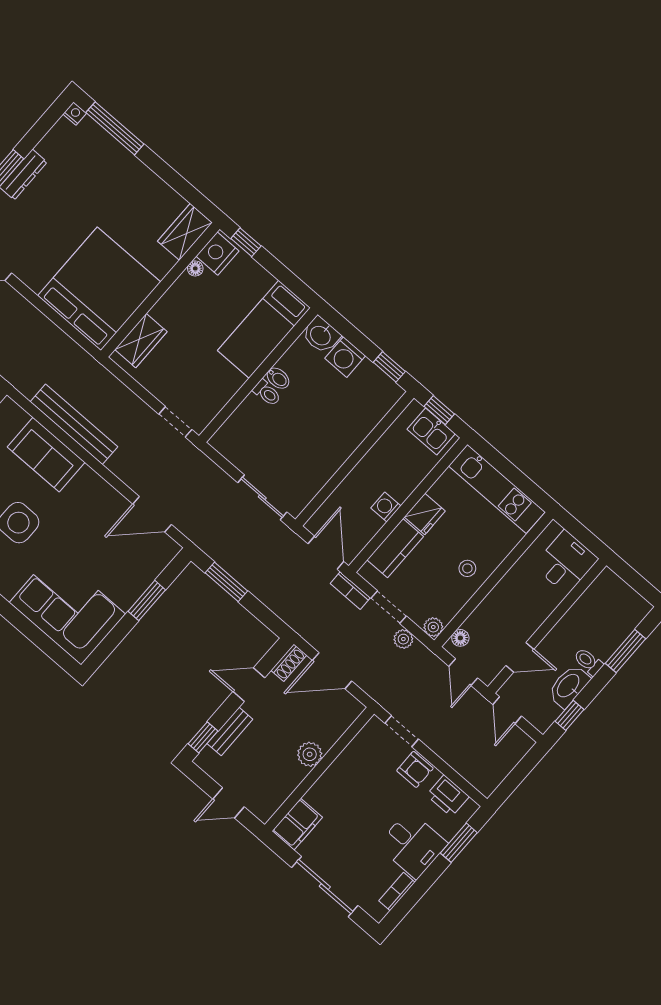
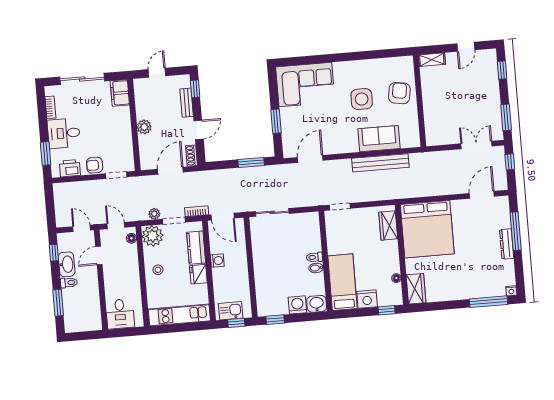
nightstand: (217, 253) -> (367, 299), moved, turned 90
plant: (433, 627) -> (152, 236), width x1.88, depth x1.88

